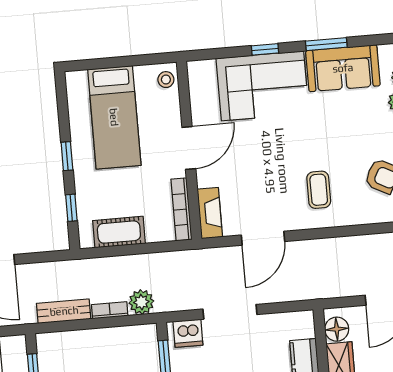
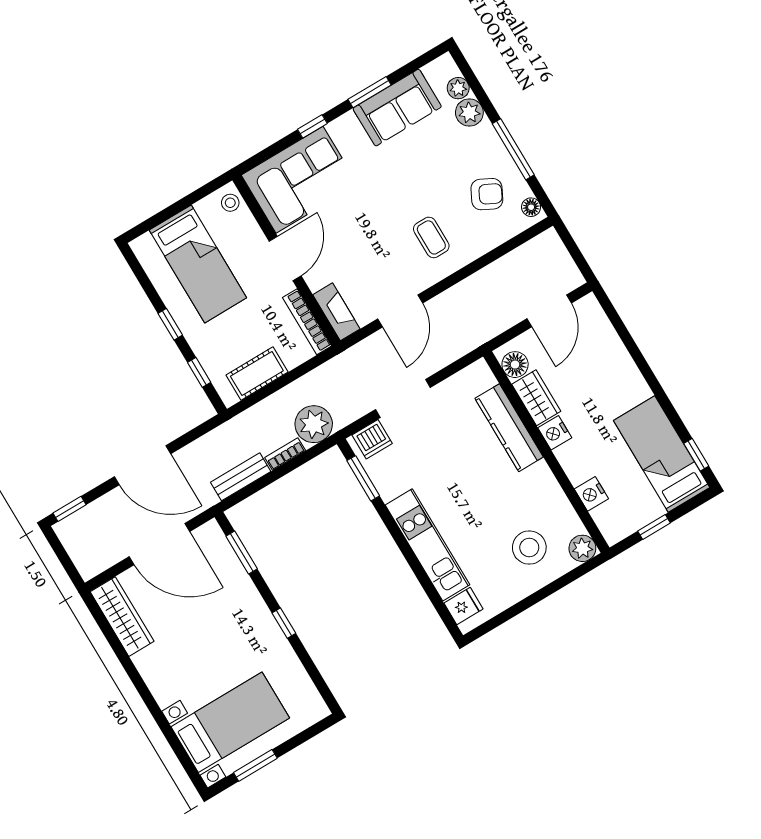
corner sofa: (262, 86) -> (299, 180), moved
plant: (141, 302) -> (314, 424), width x1.36, depth x1.36

